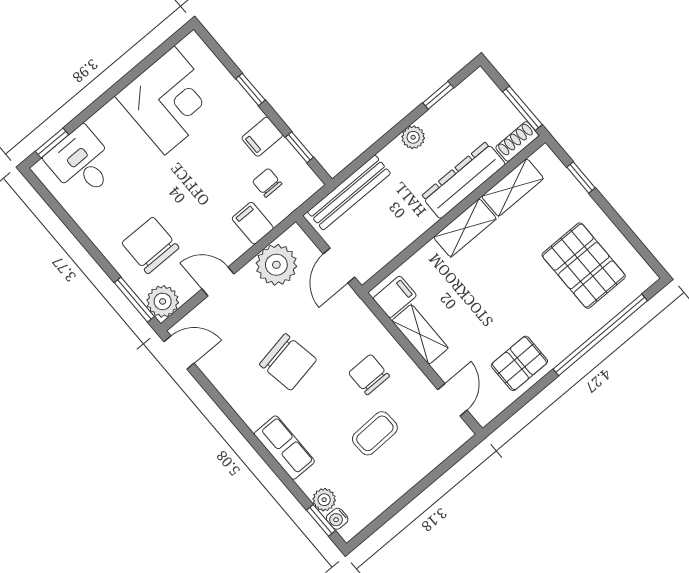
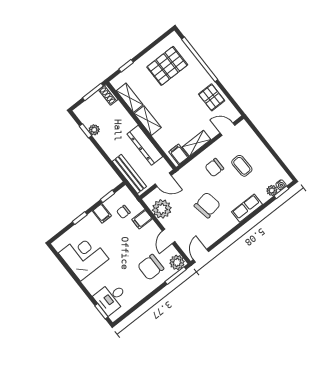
plant: (413, 137) -> (94, 130), moved
dresser: (463, 180) -> (145, 145), moved

